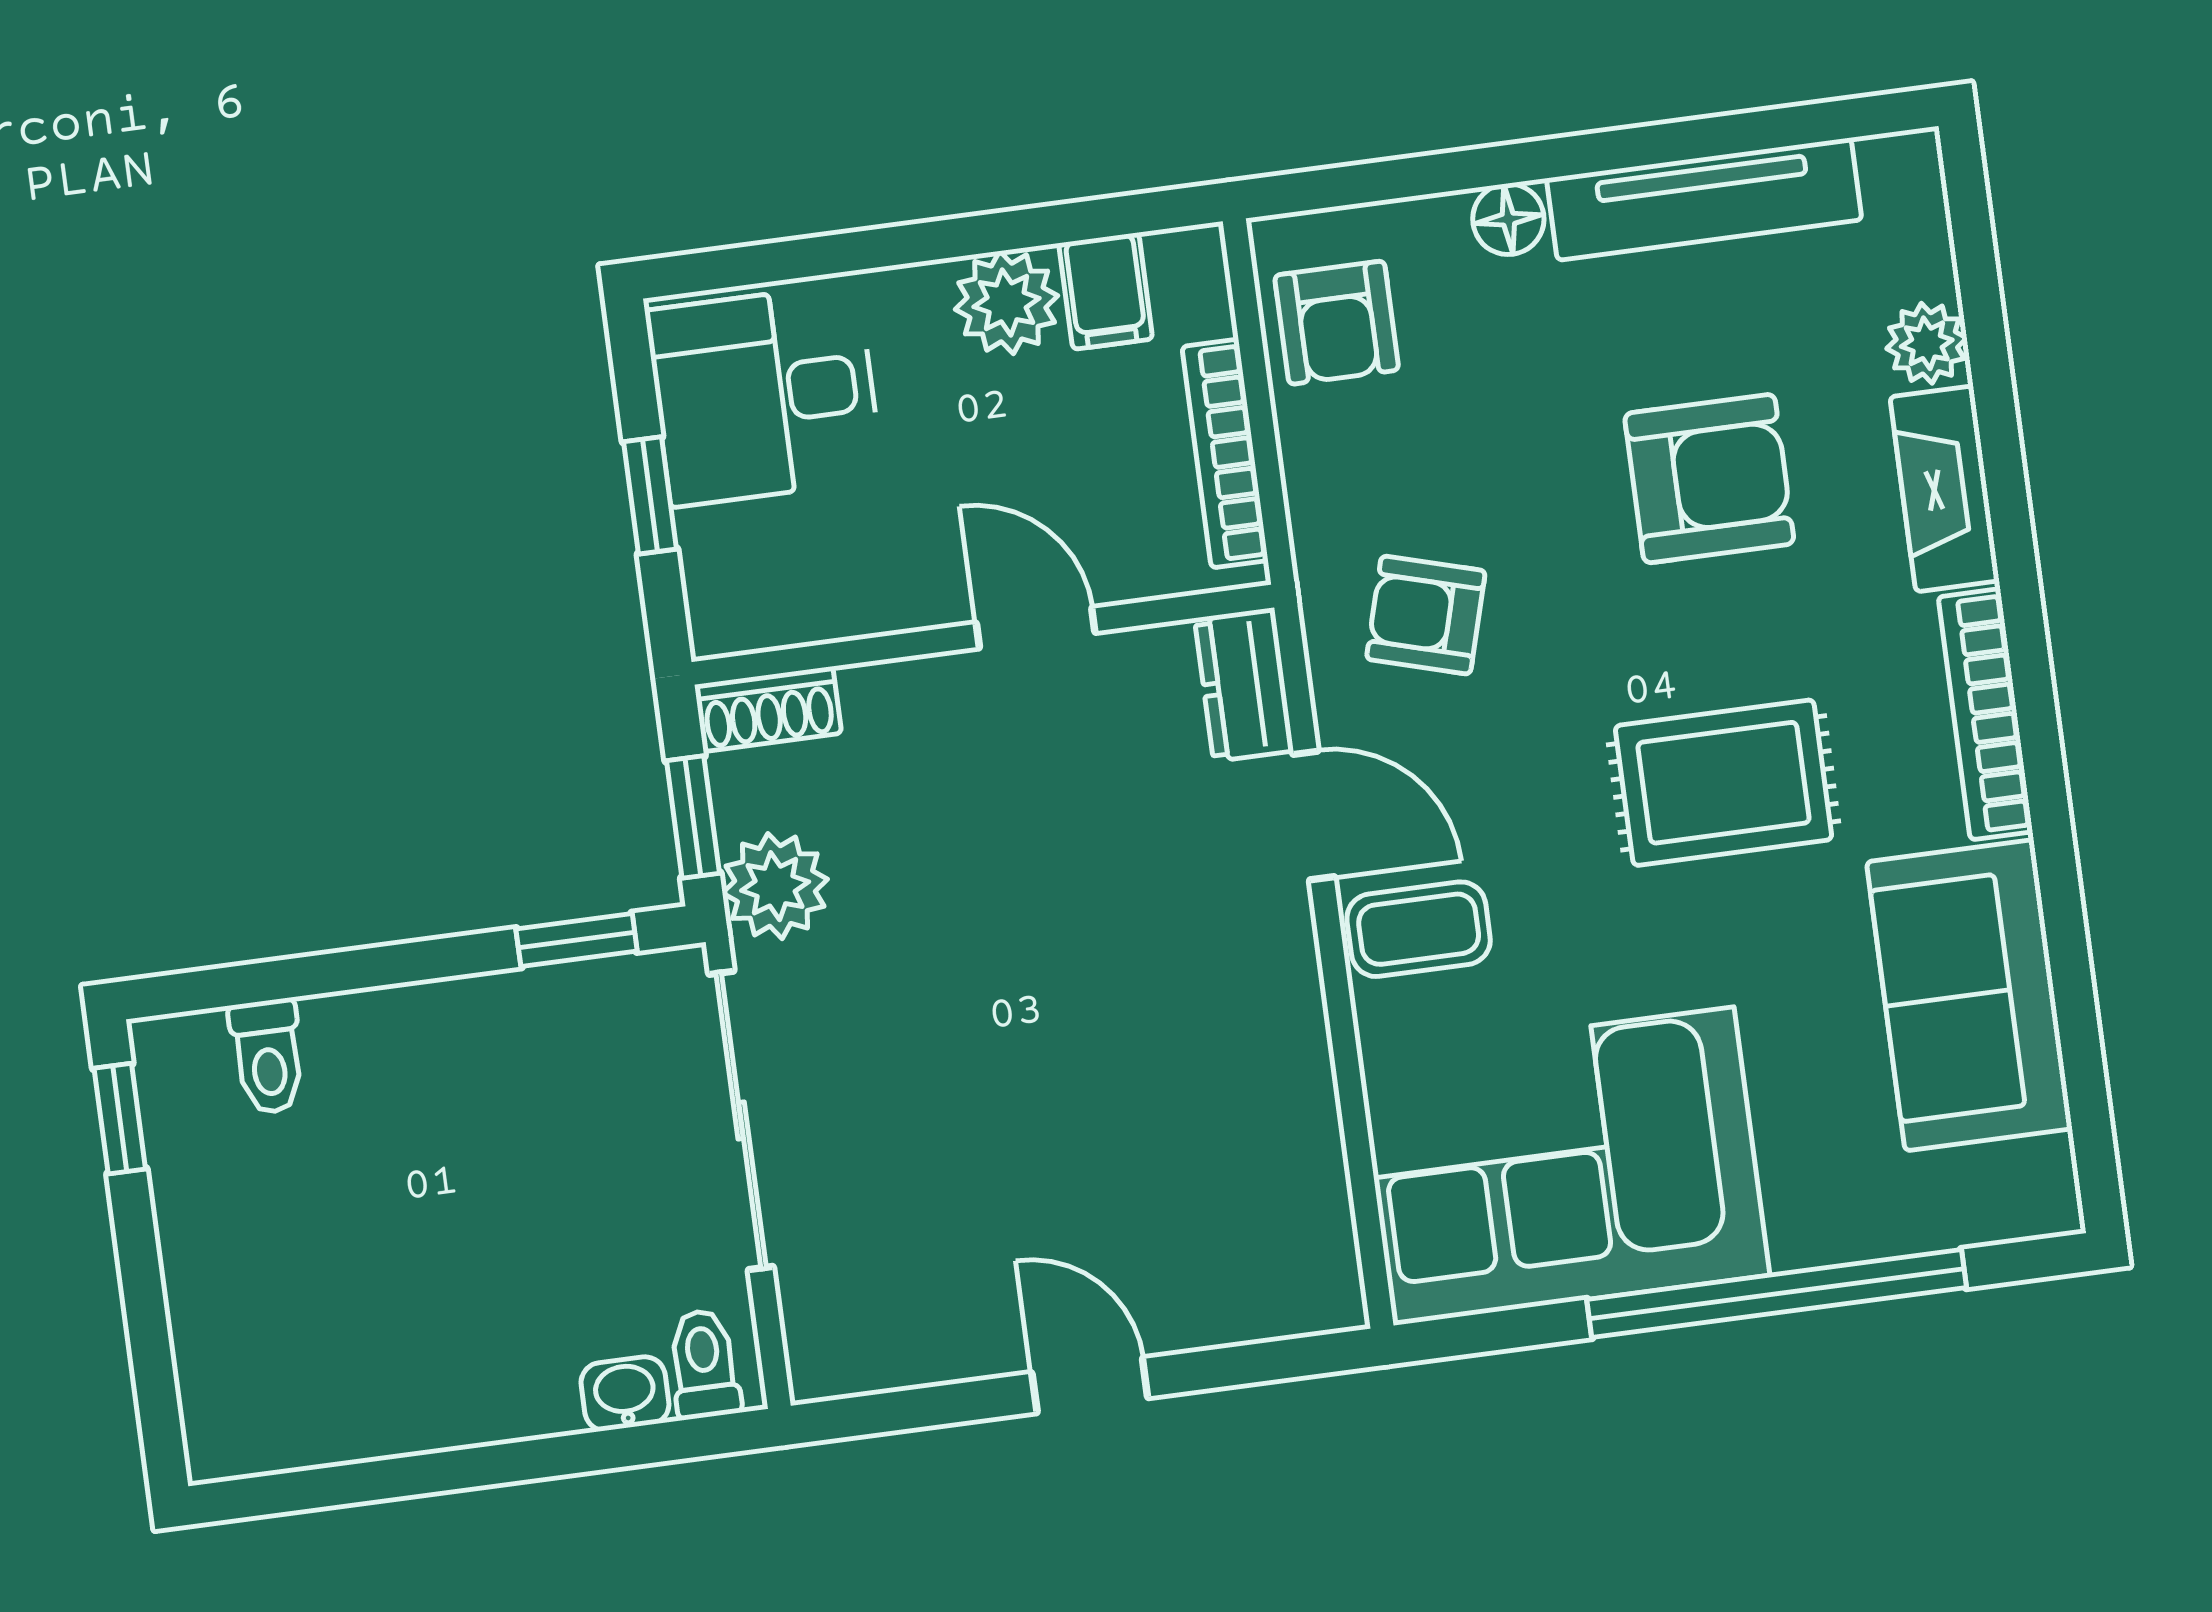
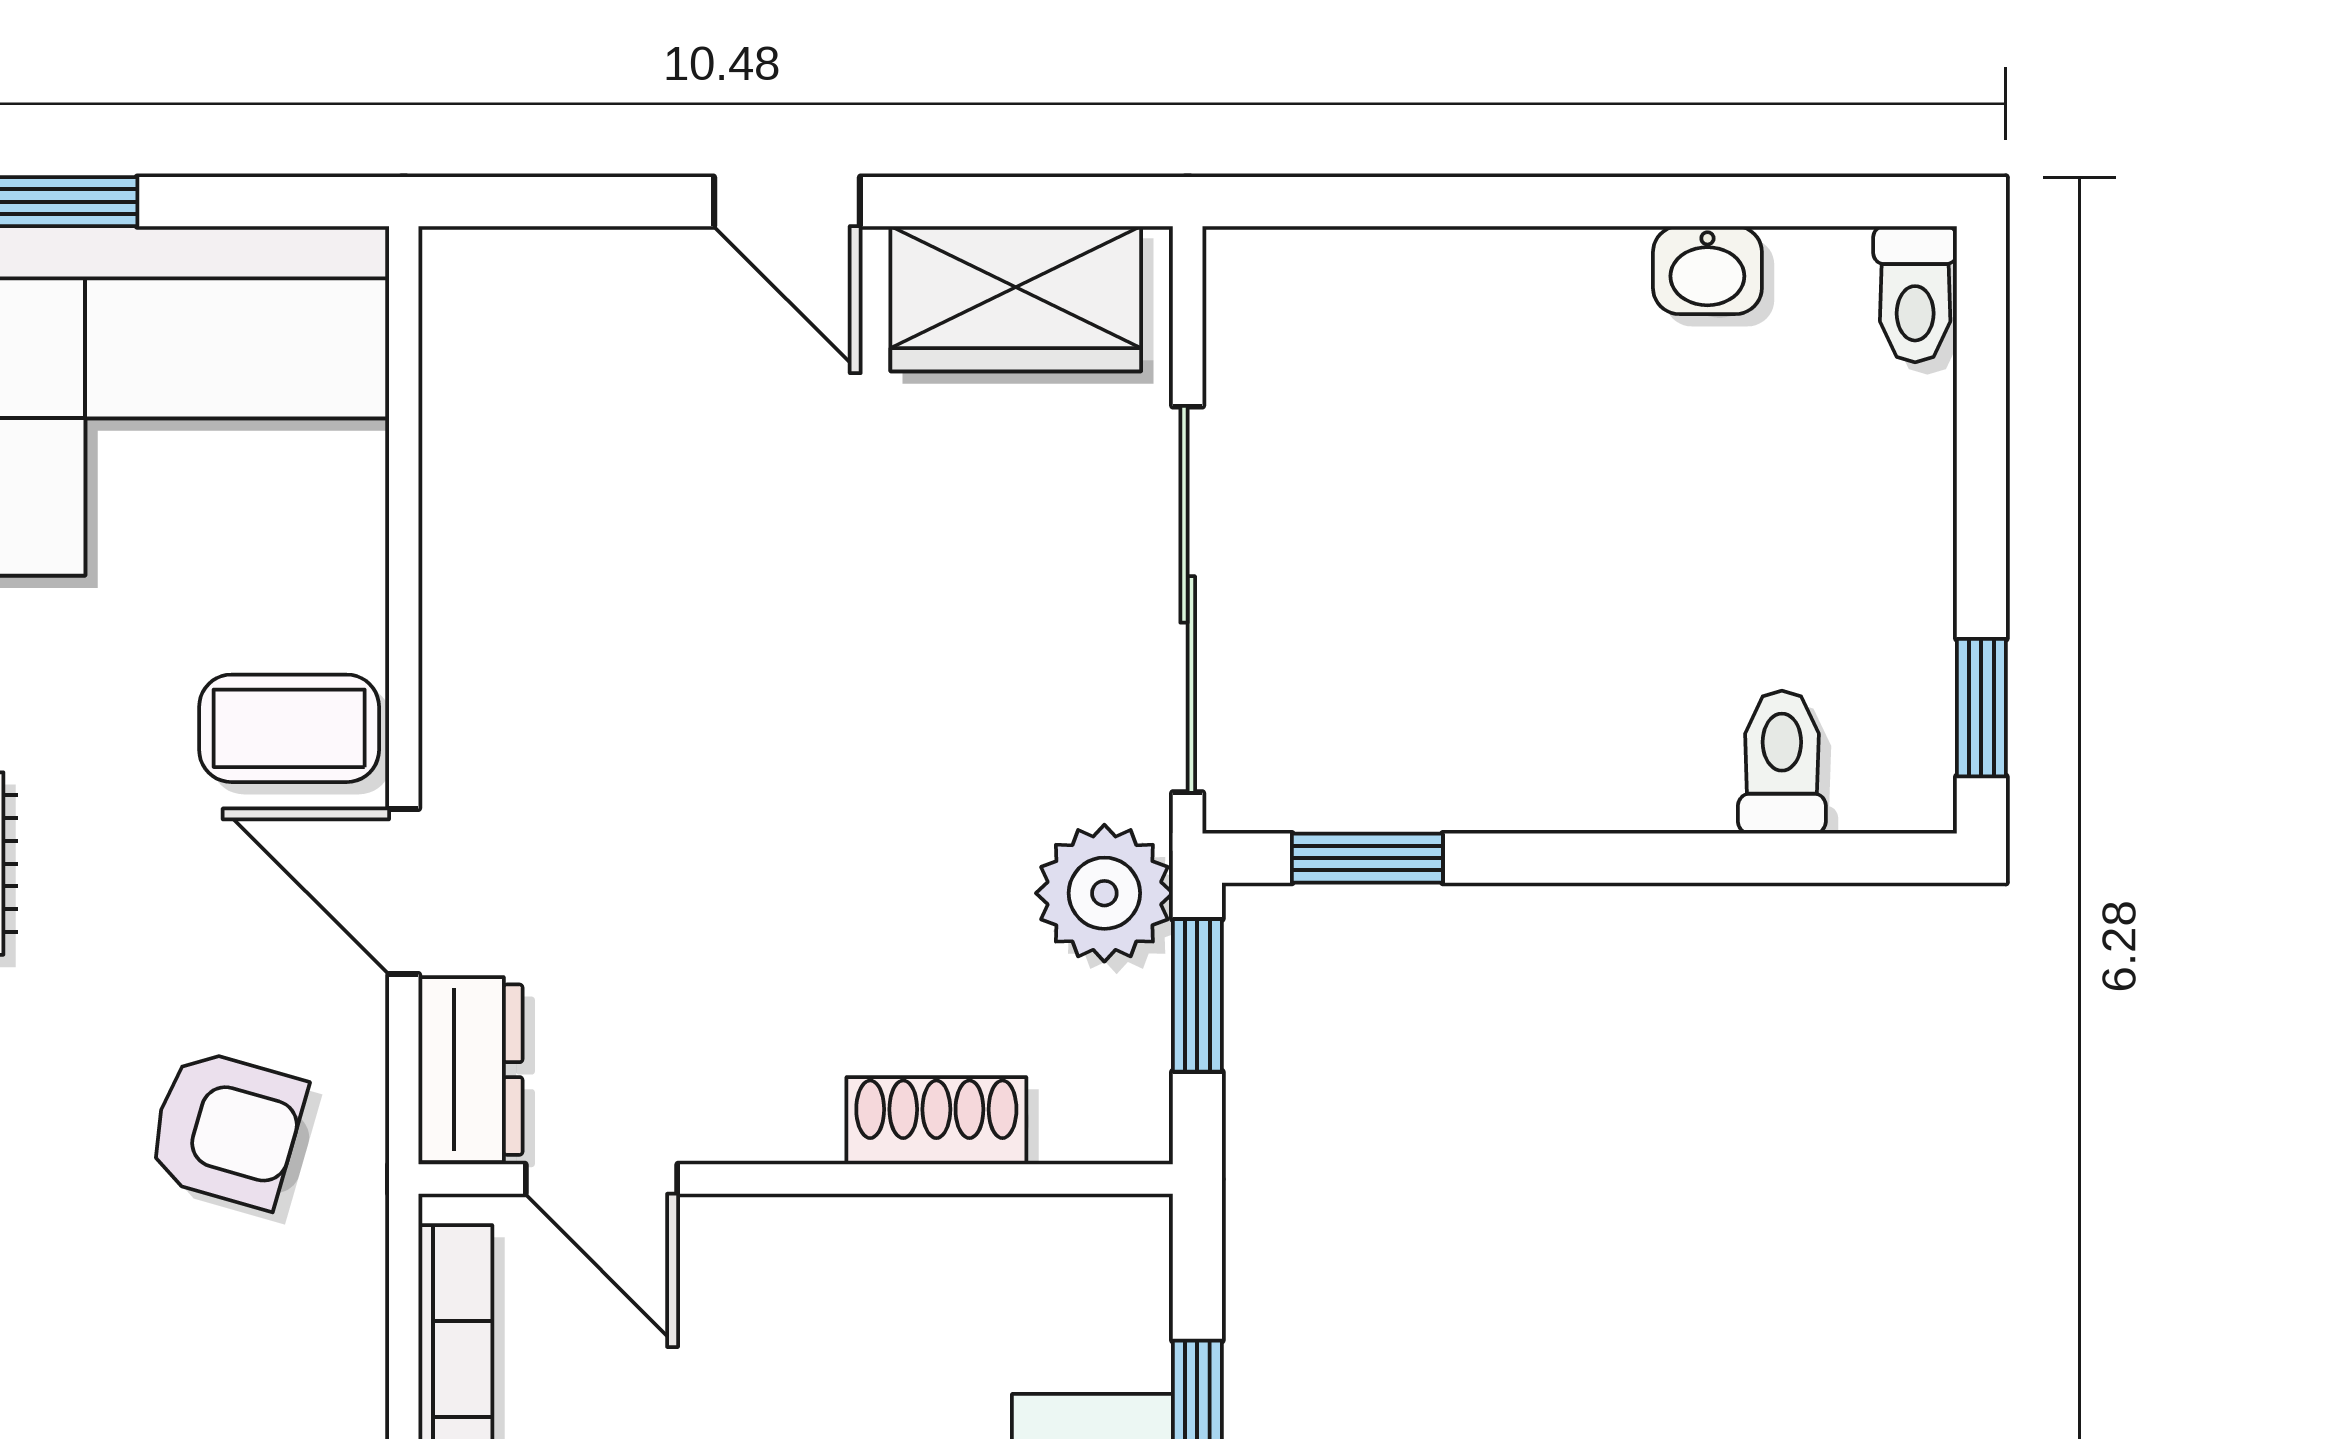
door: (1036, 628) -> (601, 1179), moved
shoe rack: (768, 709) -> (936, 1121), moved
wardrobe: (904, 1334) -> (1016, 299), added
toilet: (704, 1364) -> (1915, 294), moved
washbasin: (625, 1394) -> (1707, 270), moved

